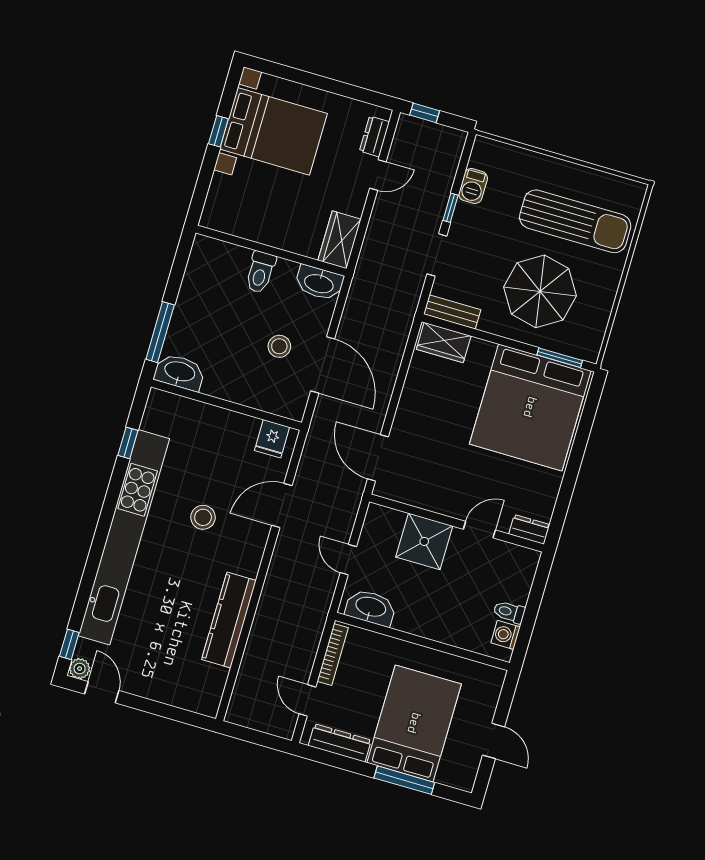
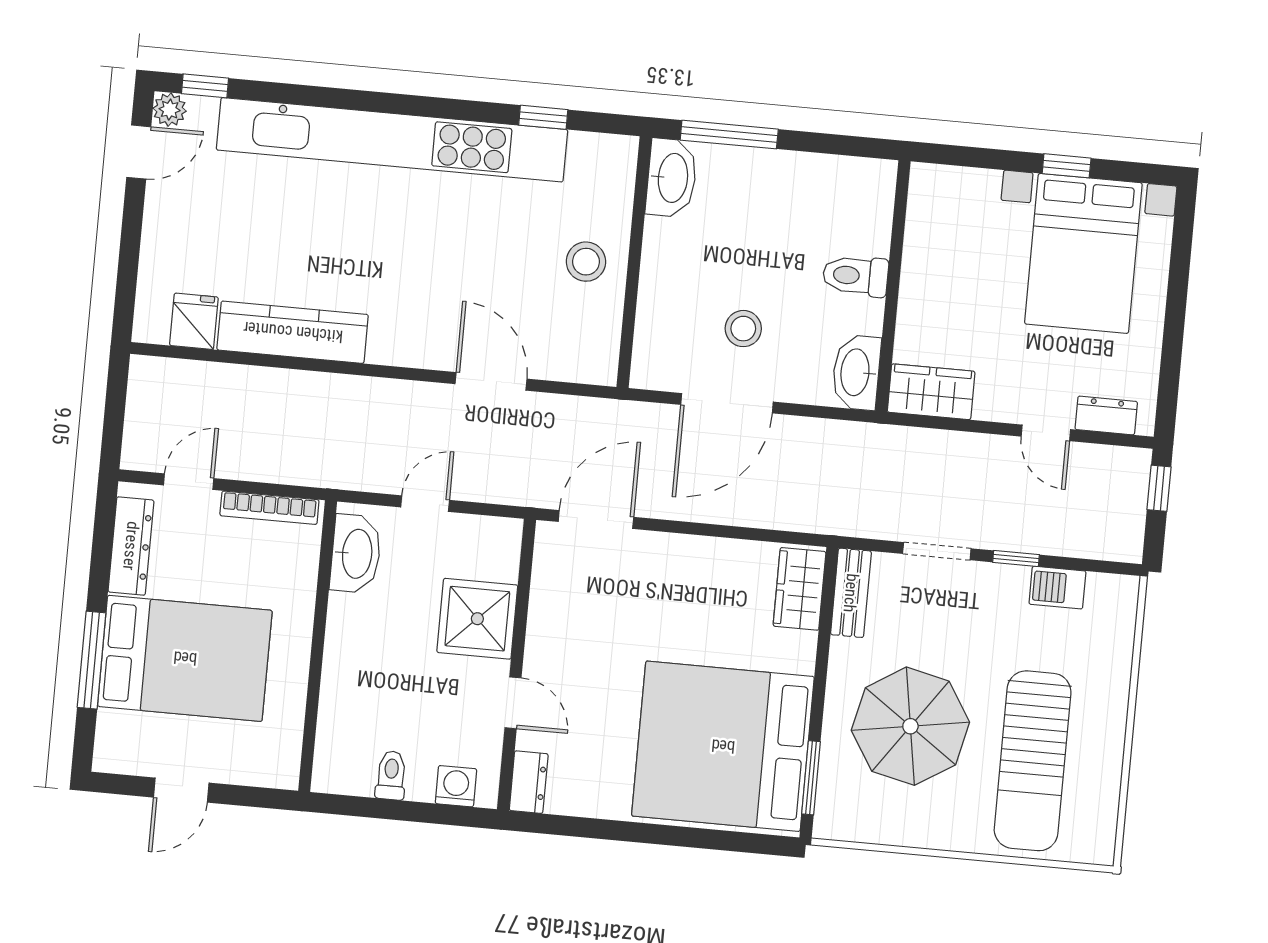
fridge: (272, 439) -> (194, 321), moved, turned 90
stool: (203, 517) -> (586, 262), moved
washing machine: (506, 635) -> (456, 786), moved

